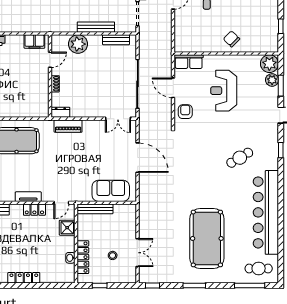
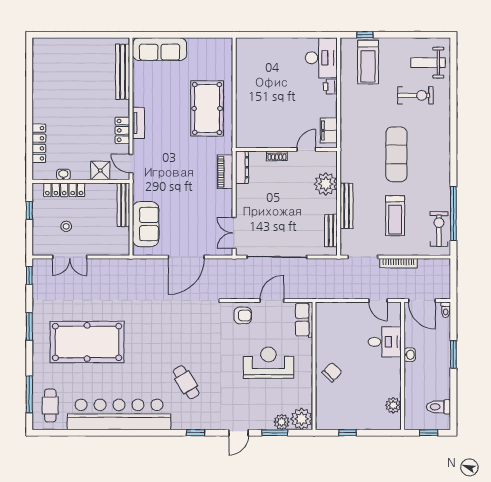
door: (50, 60) -> (306, 149), swing flipped
dresser: (60, 112) -> (242, 167), width x1.44
locker: (24, 278) -> (39, 143), moved

